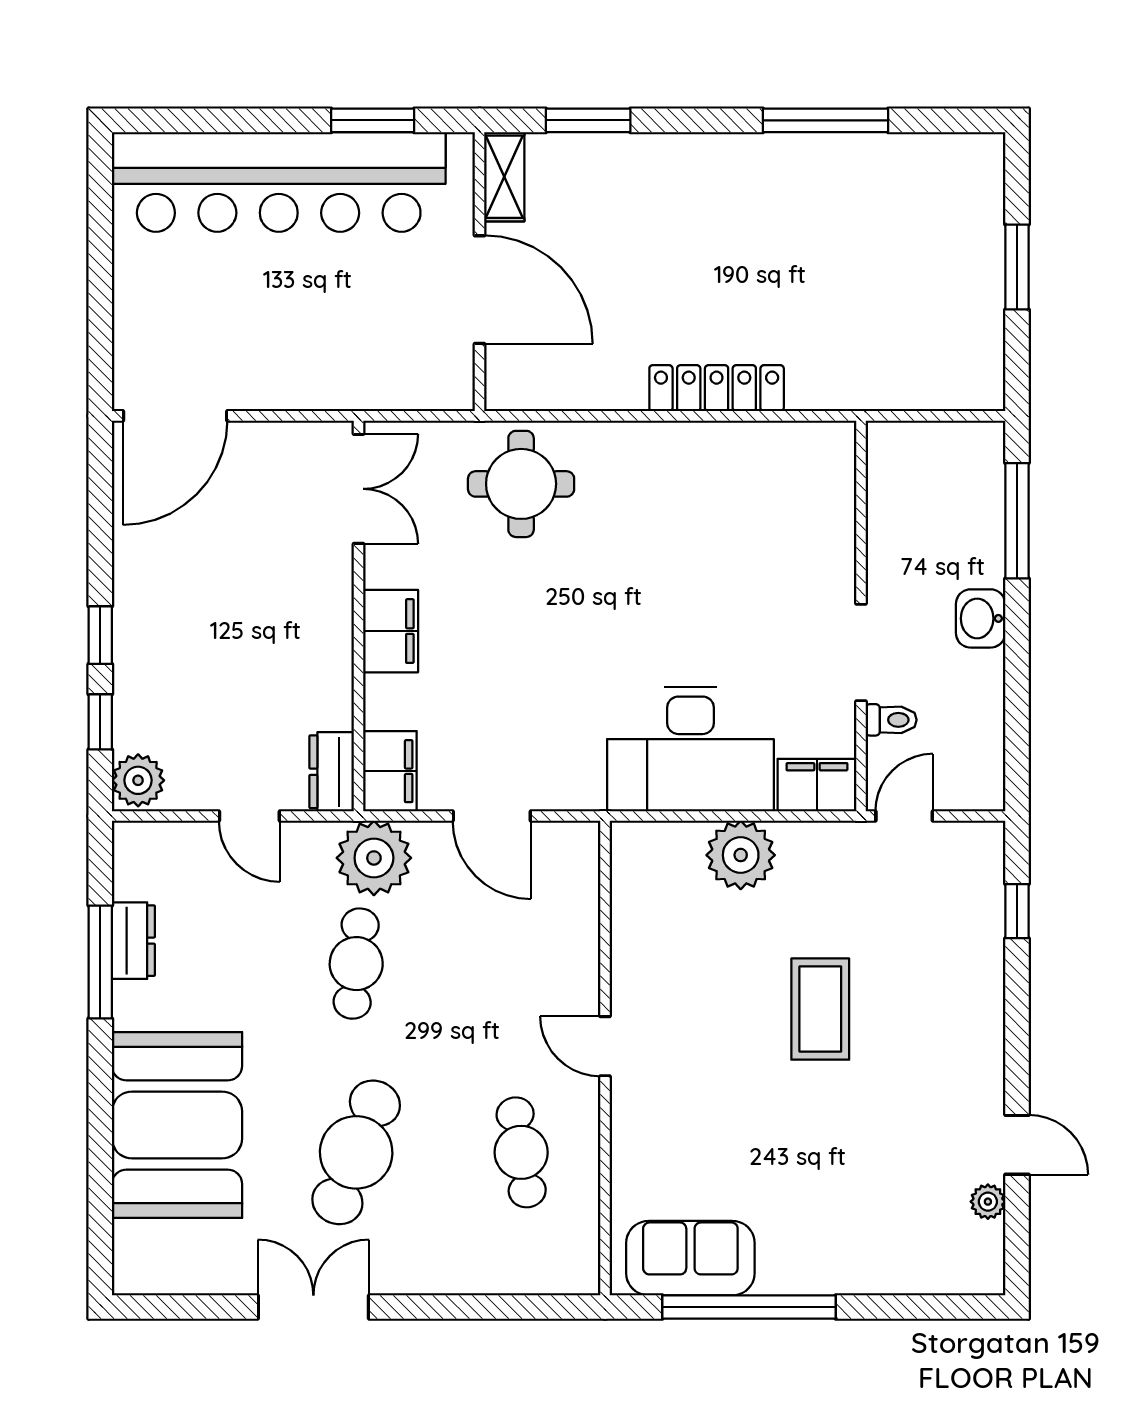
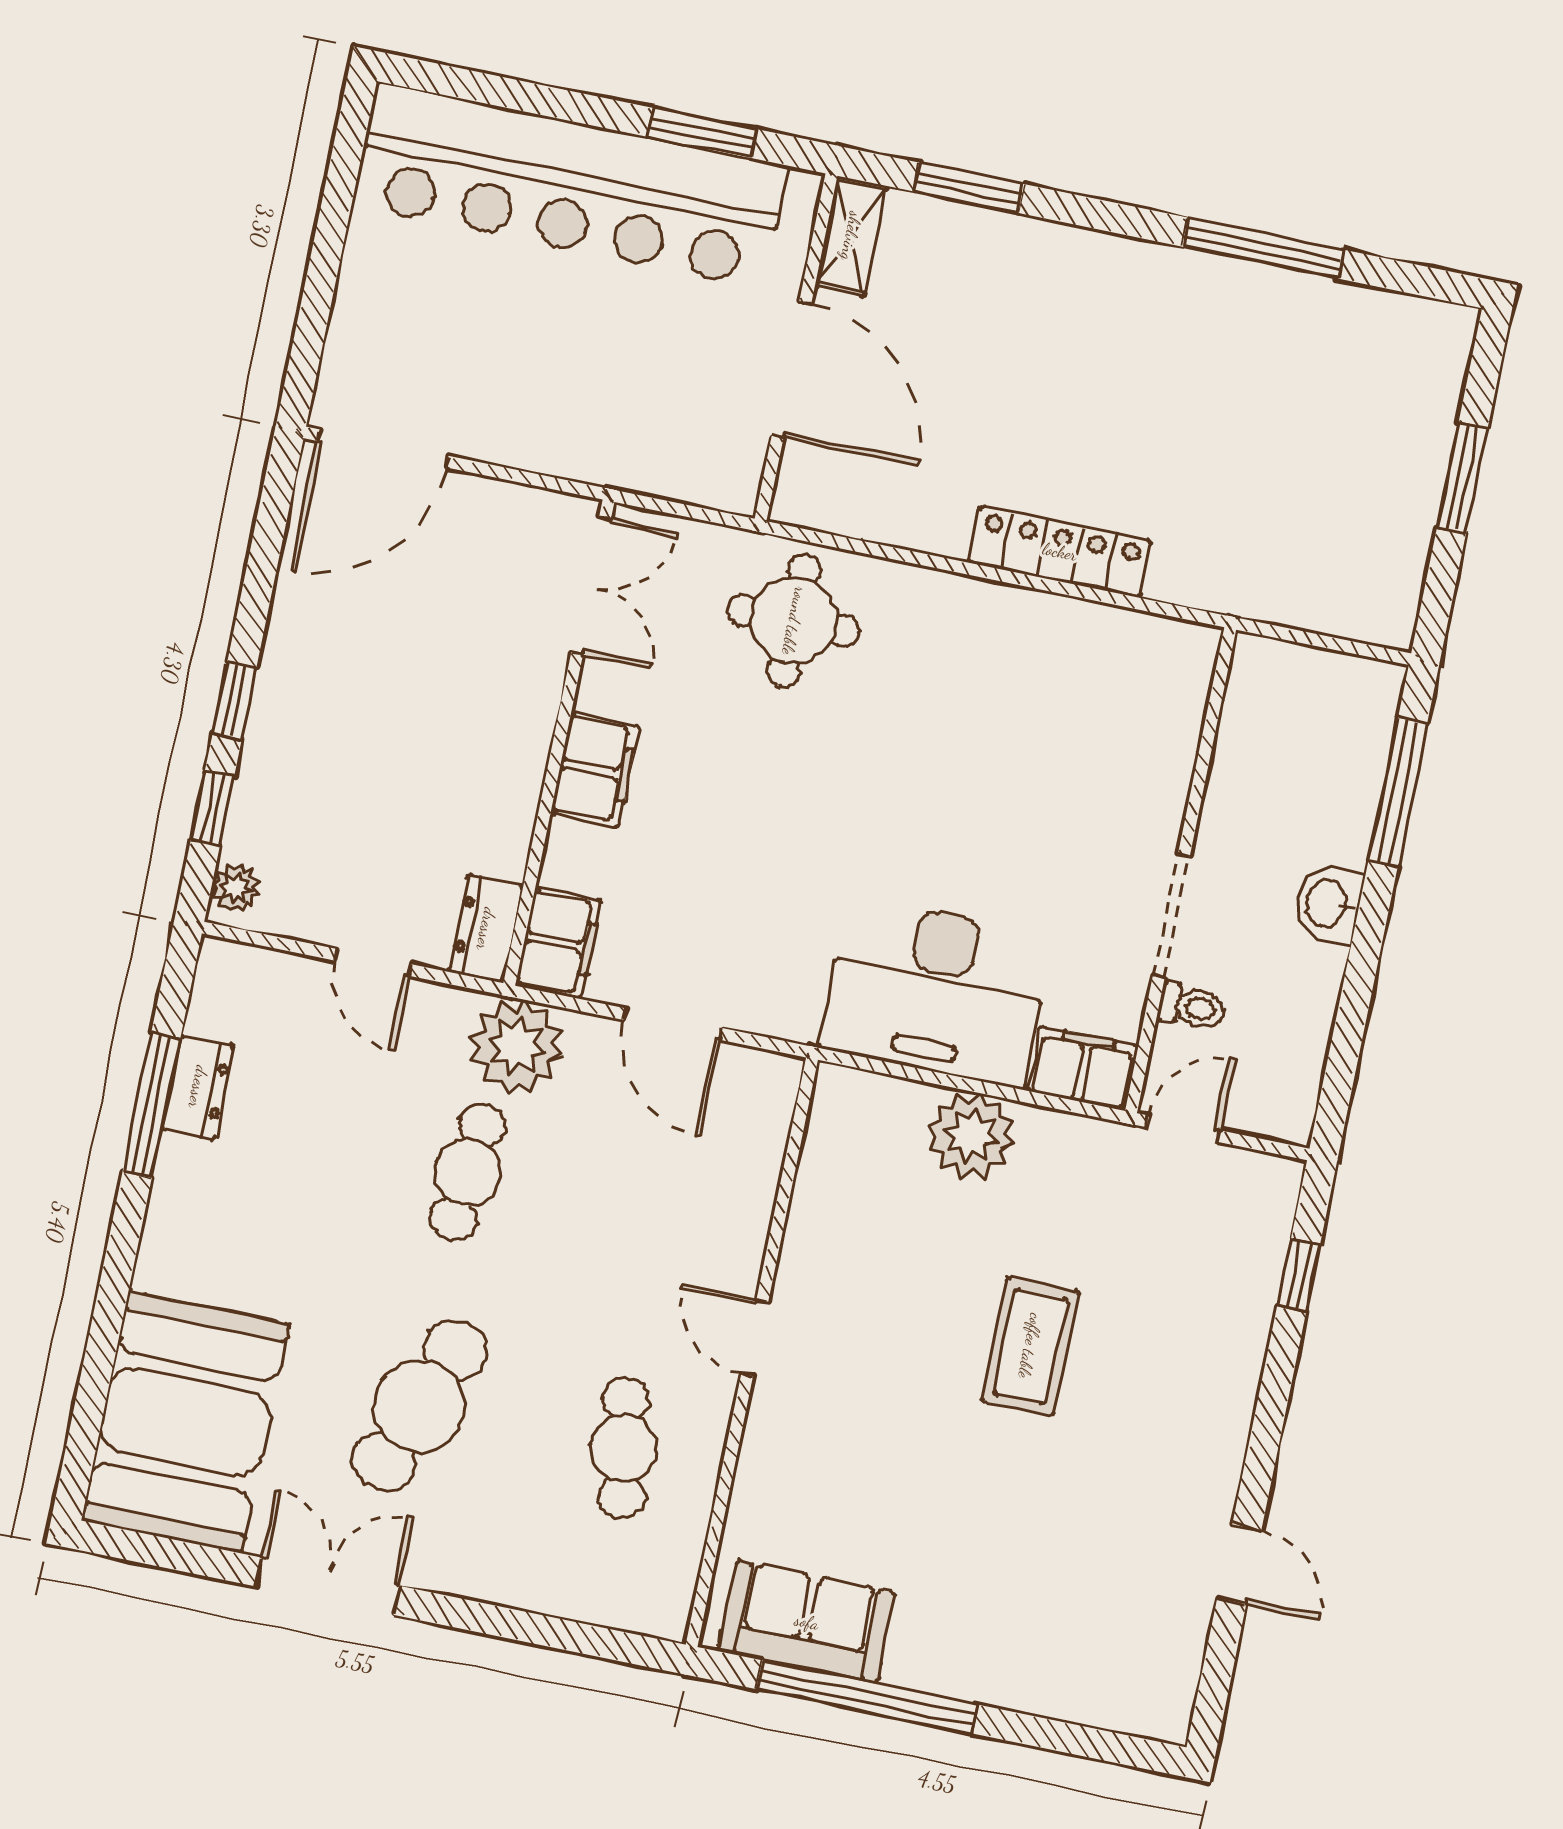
plant: (138, 780) -> (236, 888), width x0.73, depth x0.73
booth: (177, 1125) -> (185, 1422), moved
plant: (988, 1202) -> (1189, 1627), removed

